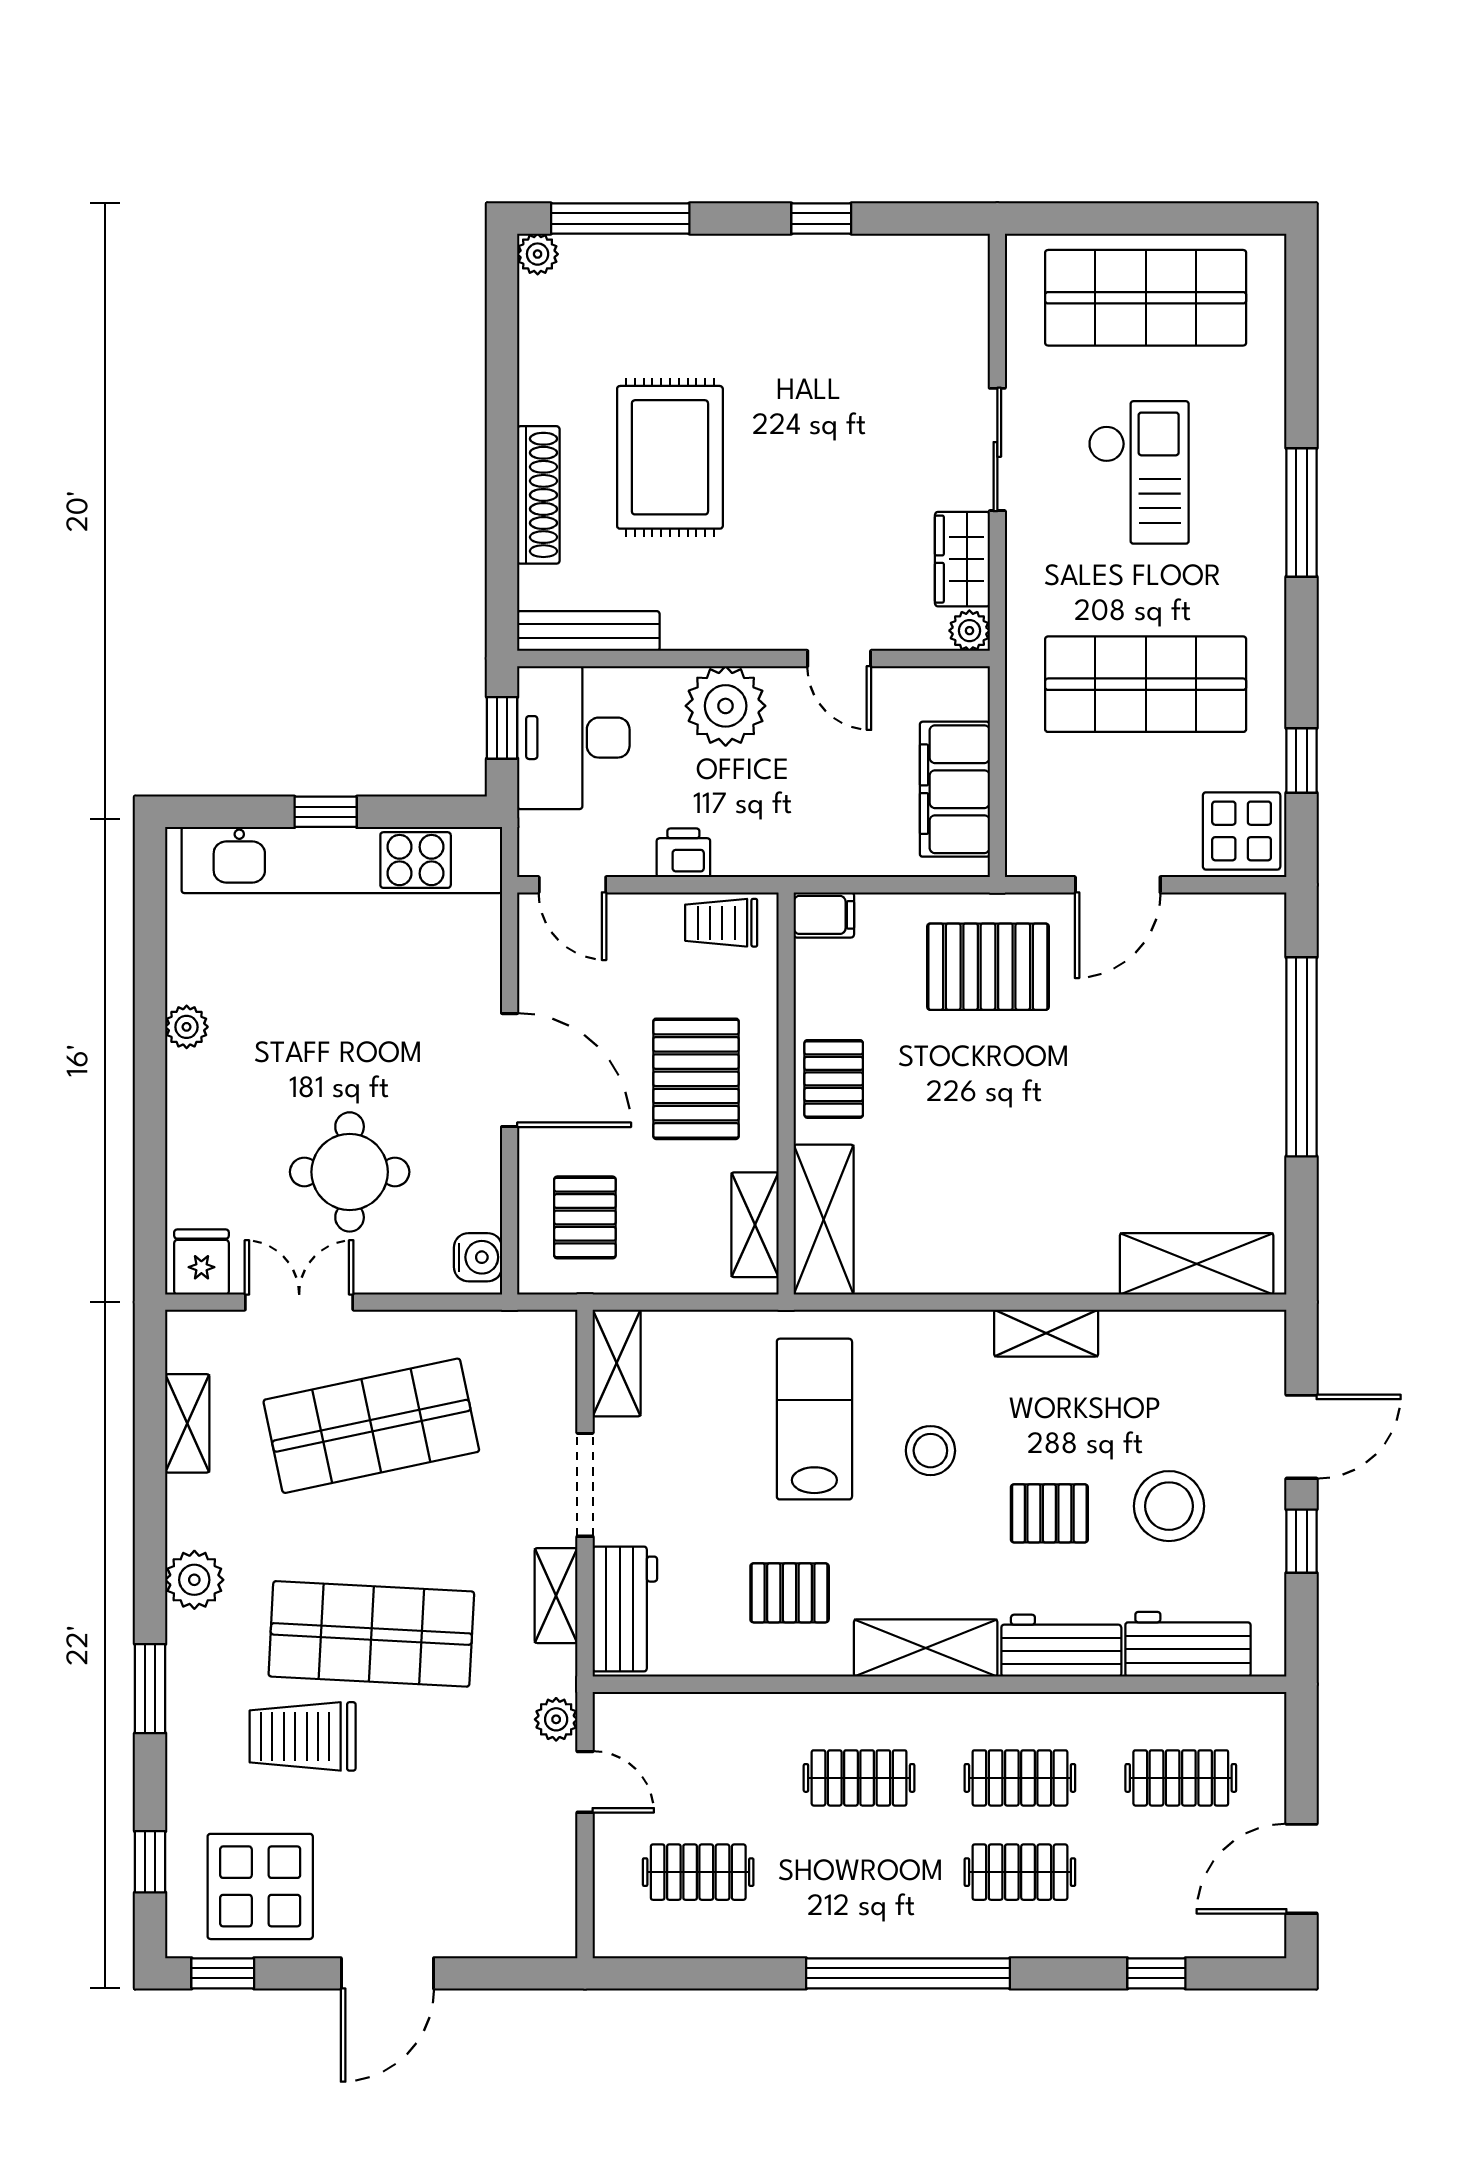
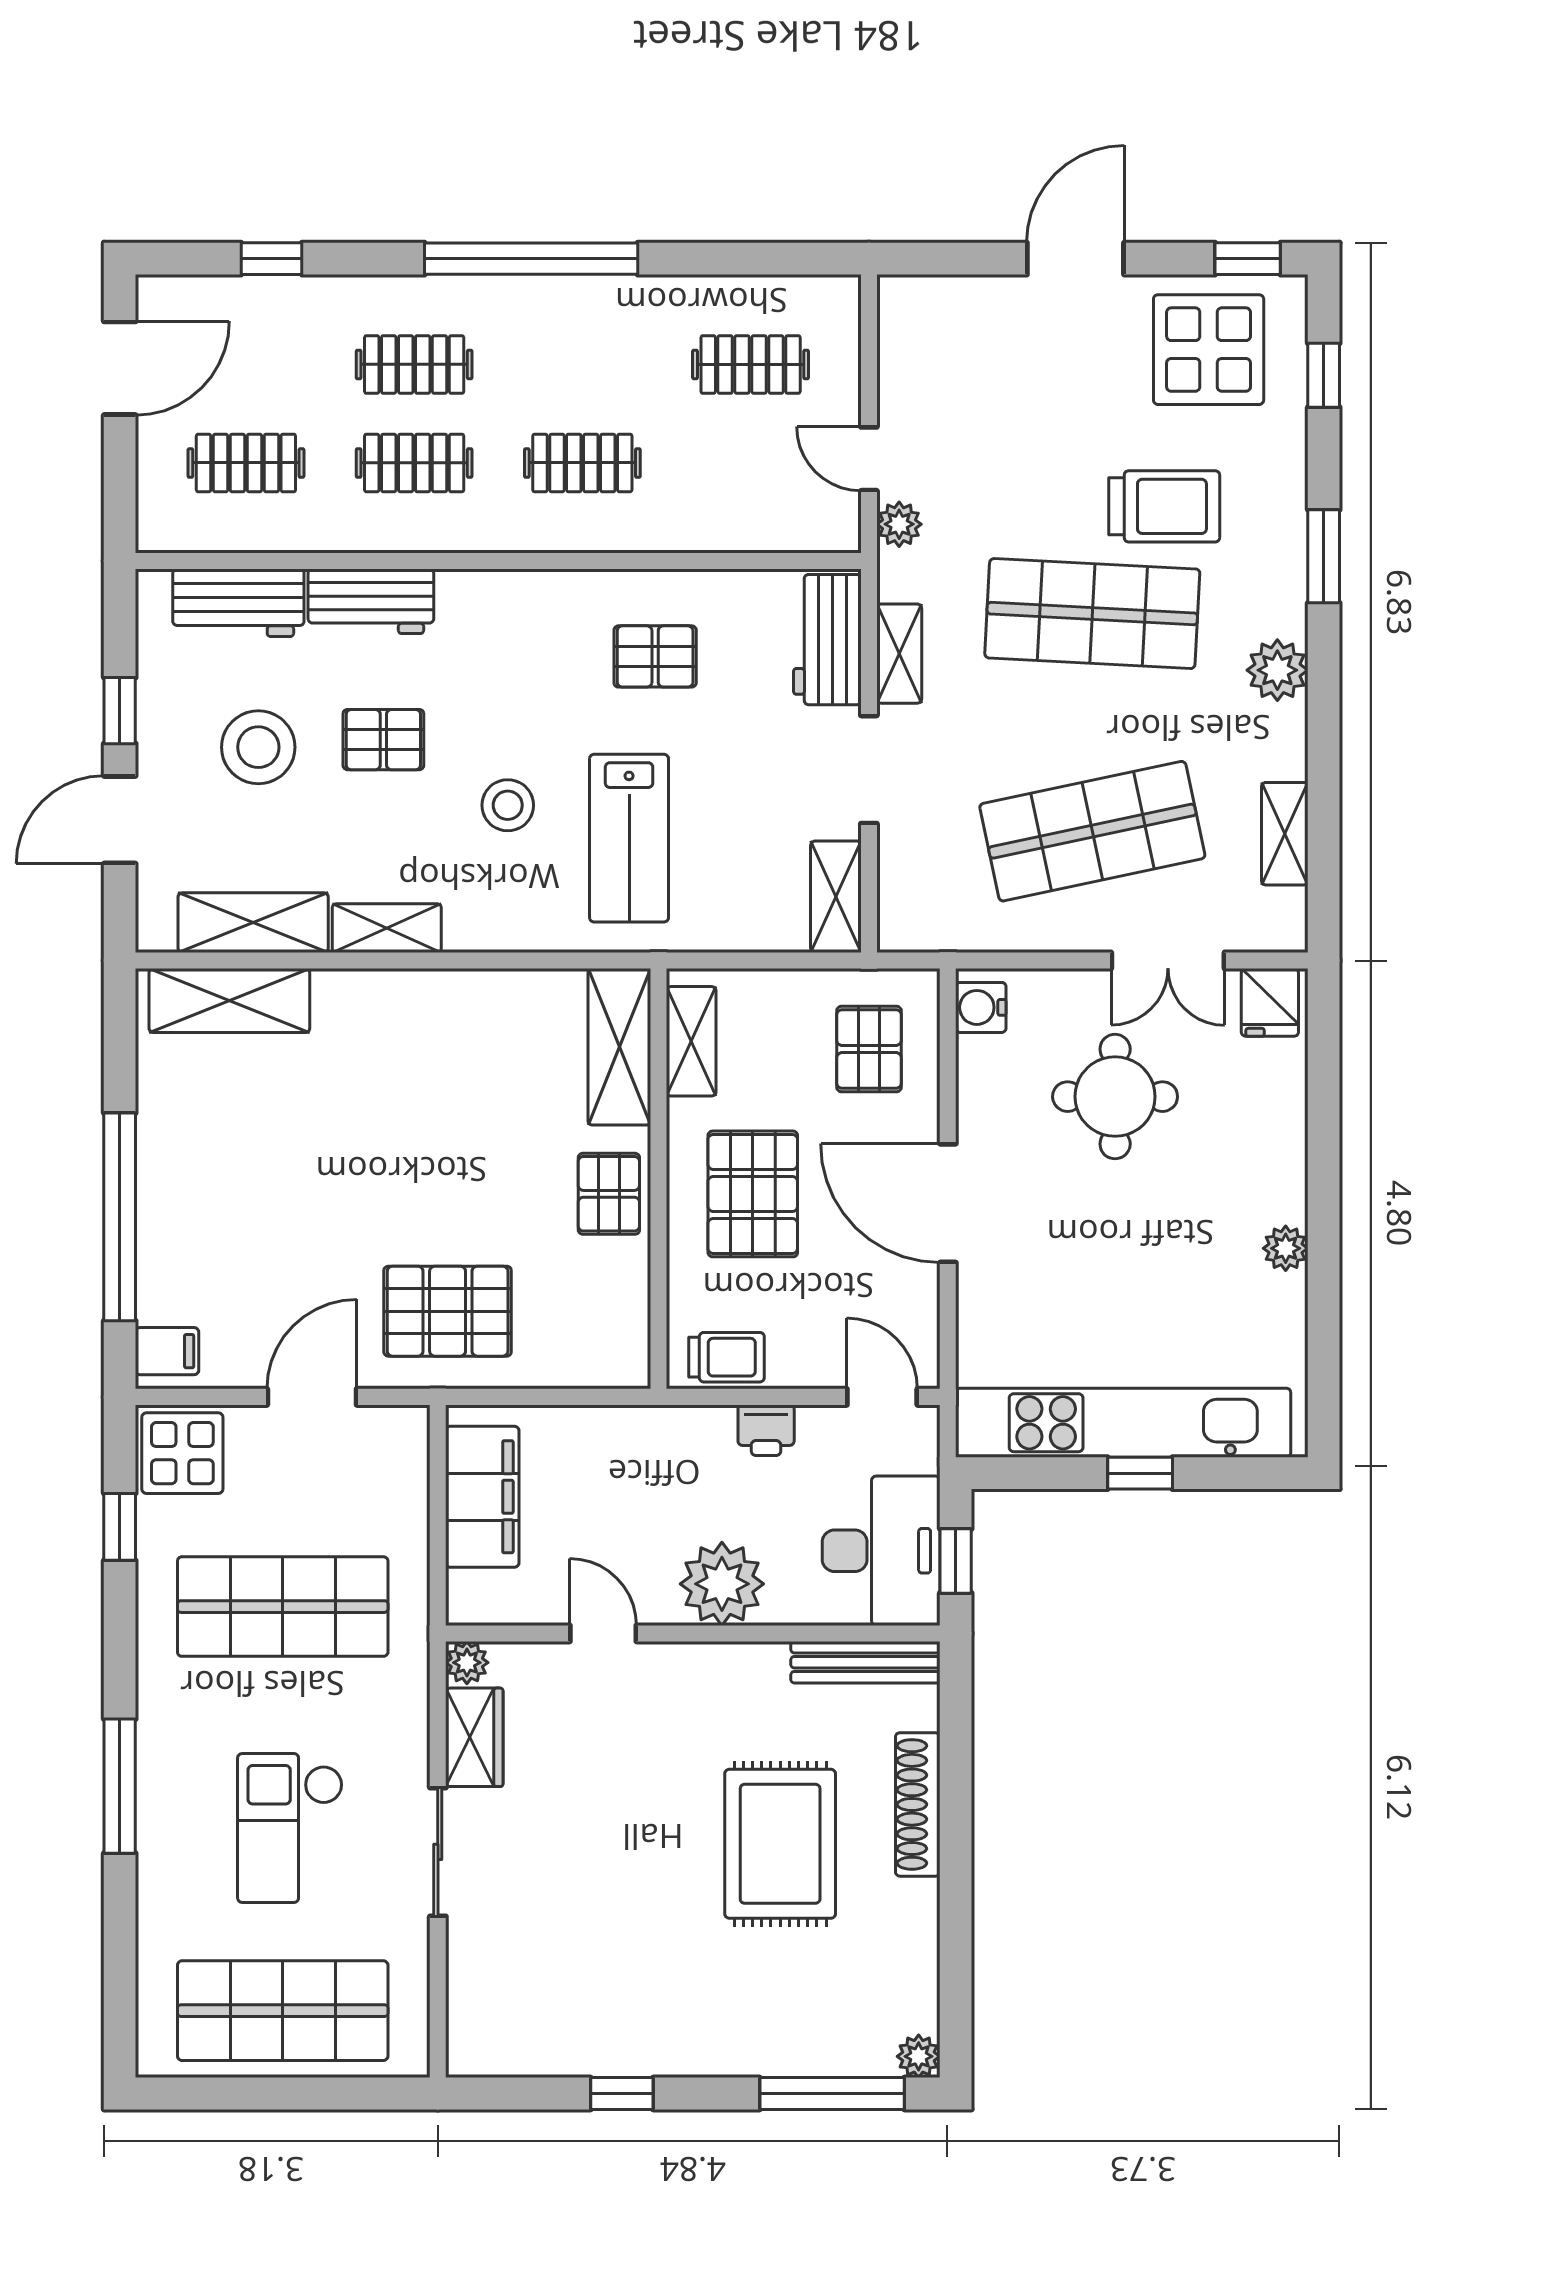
filing cabinet: (824, 915) -> (167, 1351), moved, turned 180
shelving: (926, 1648) -> (253, 923), moved

